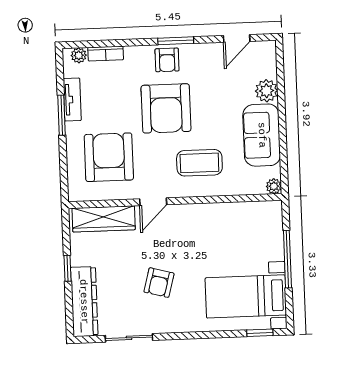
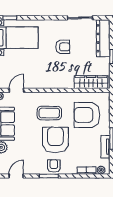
armchair: (109, 157) -> (87, 115), turned 90
coffee table: (199, 163) -> (49, 113), moved
door: (153, 202) -> (16, 90), moved
armchair: (159, 283) -> (63, 47), turned 75

